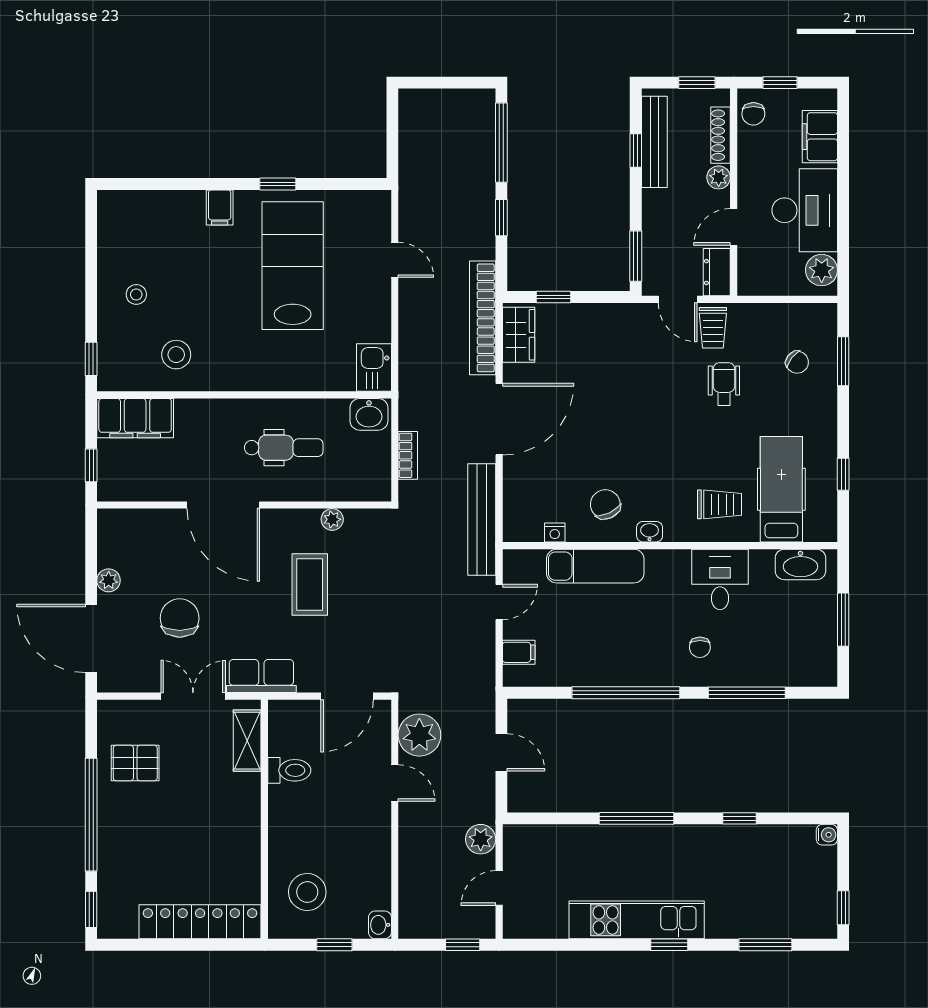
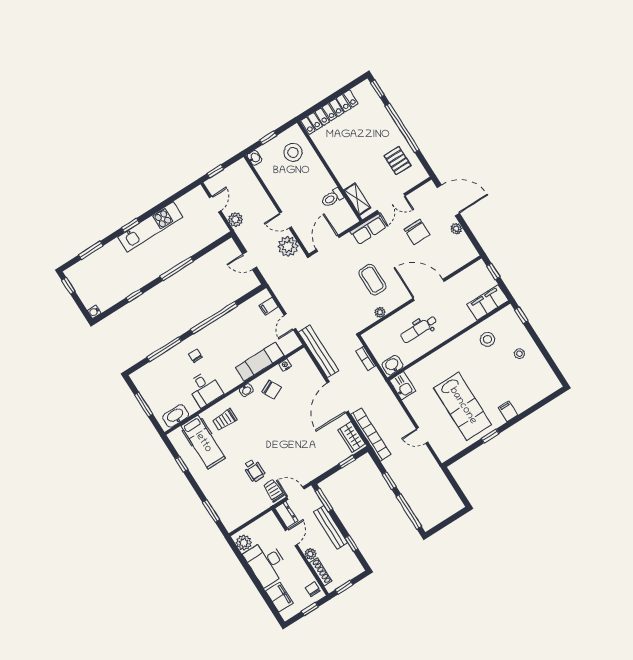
bench: (654, 142) -> (331, 527), moved
chair: (797, 362) -> (230, 498), removed
pallet: (135, 763) -> (398, 161), turned 90

